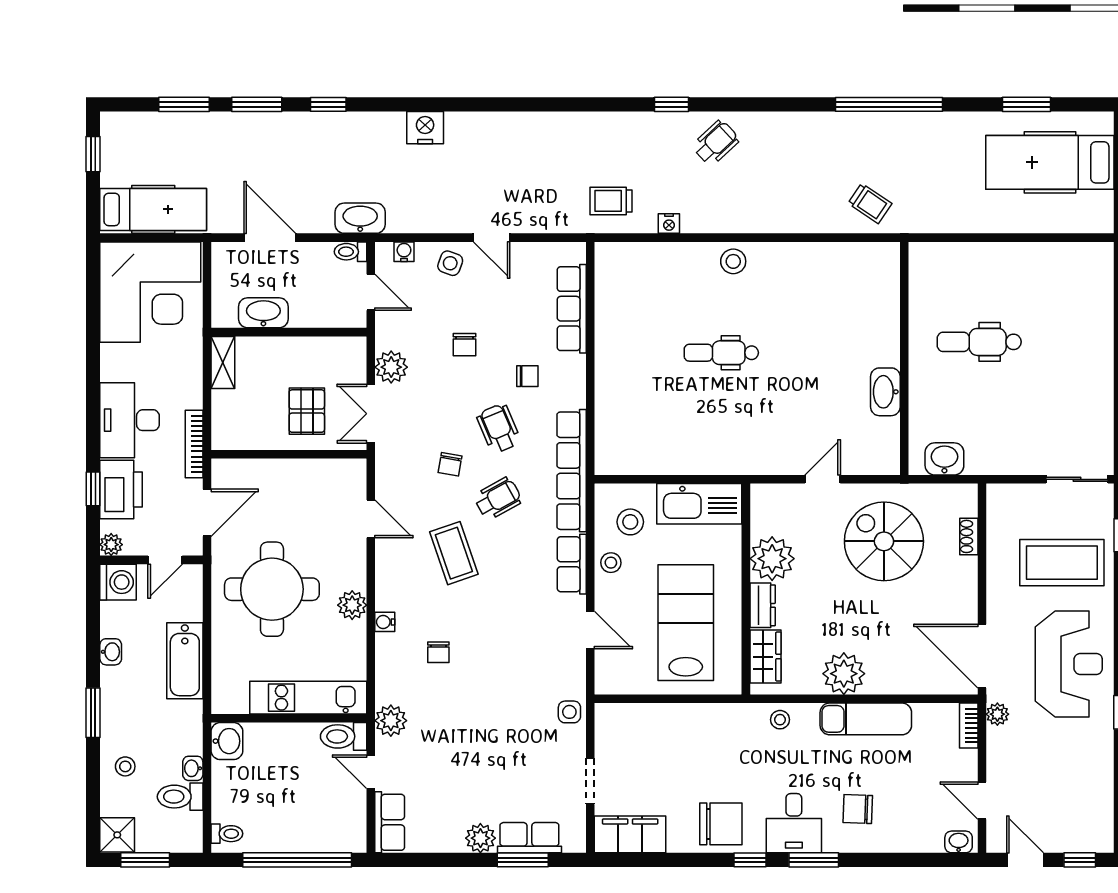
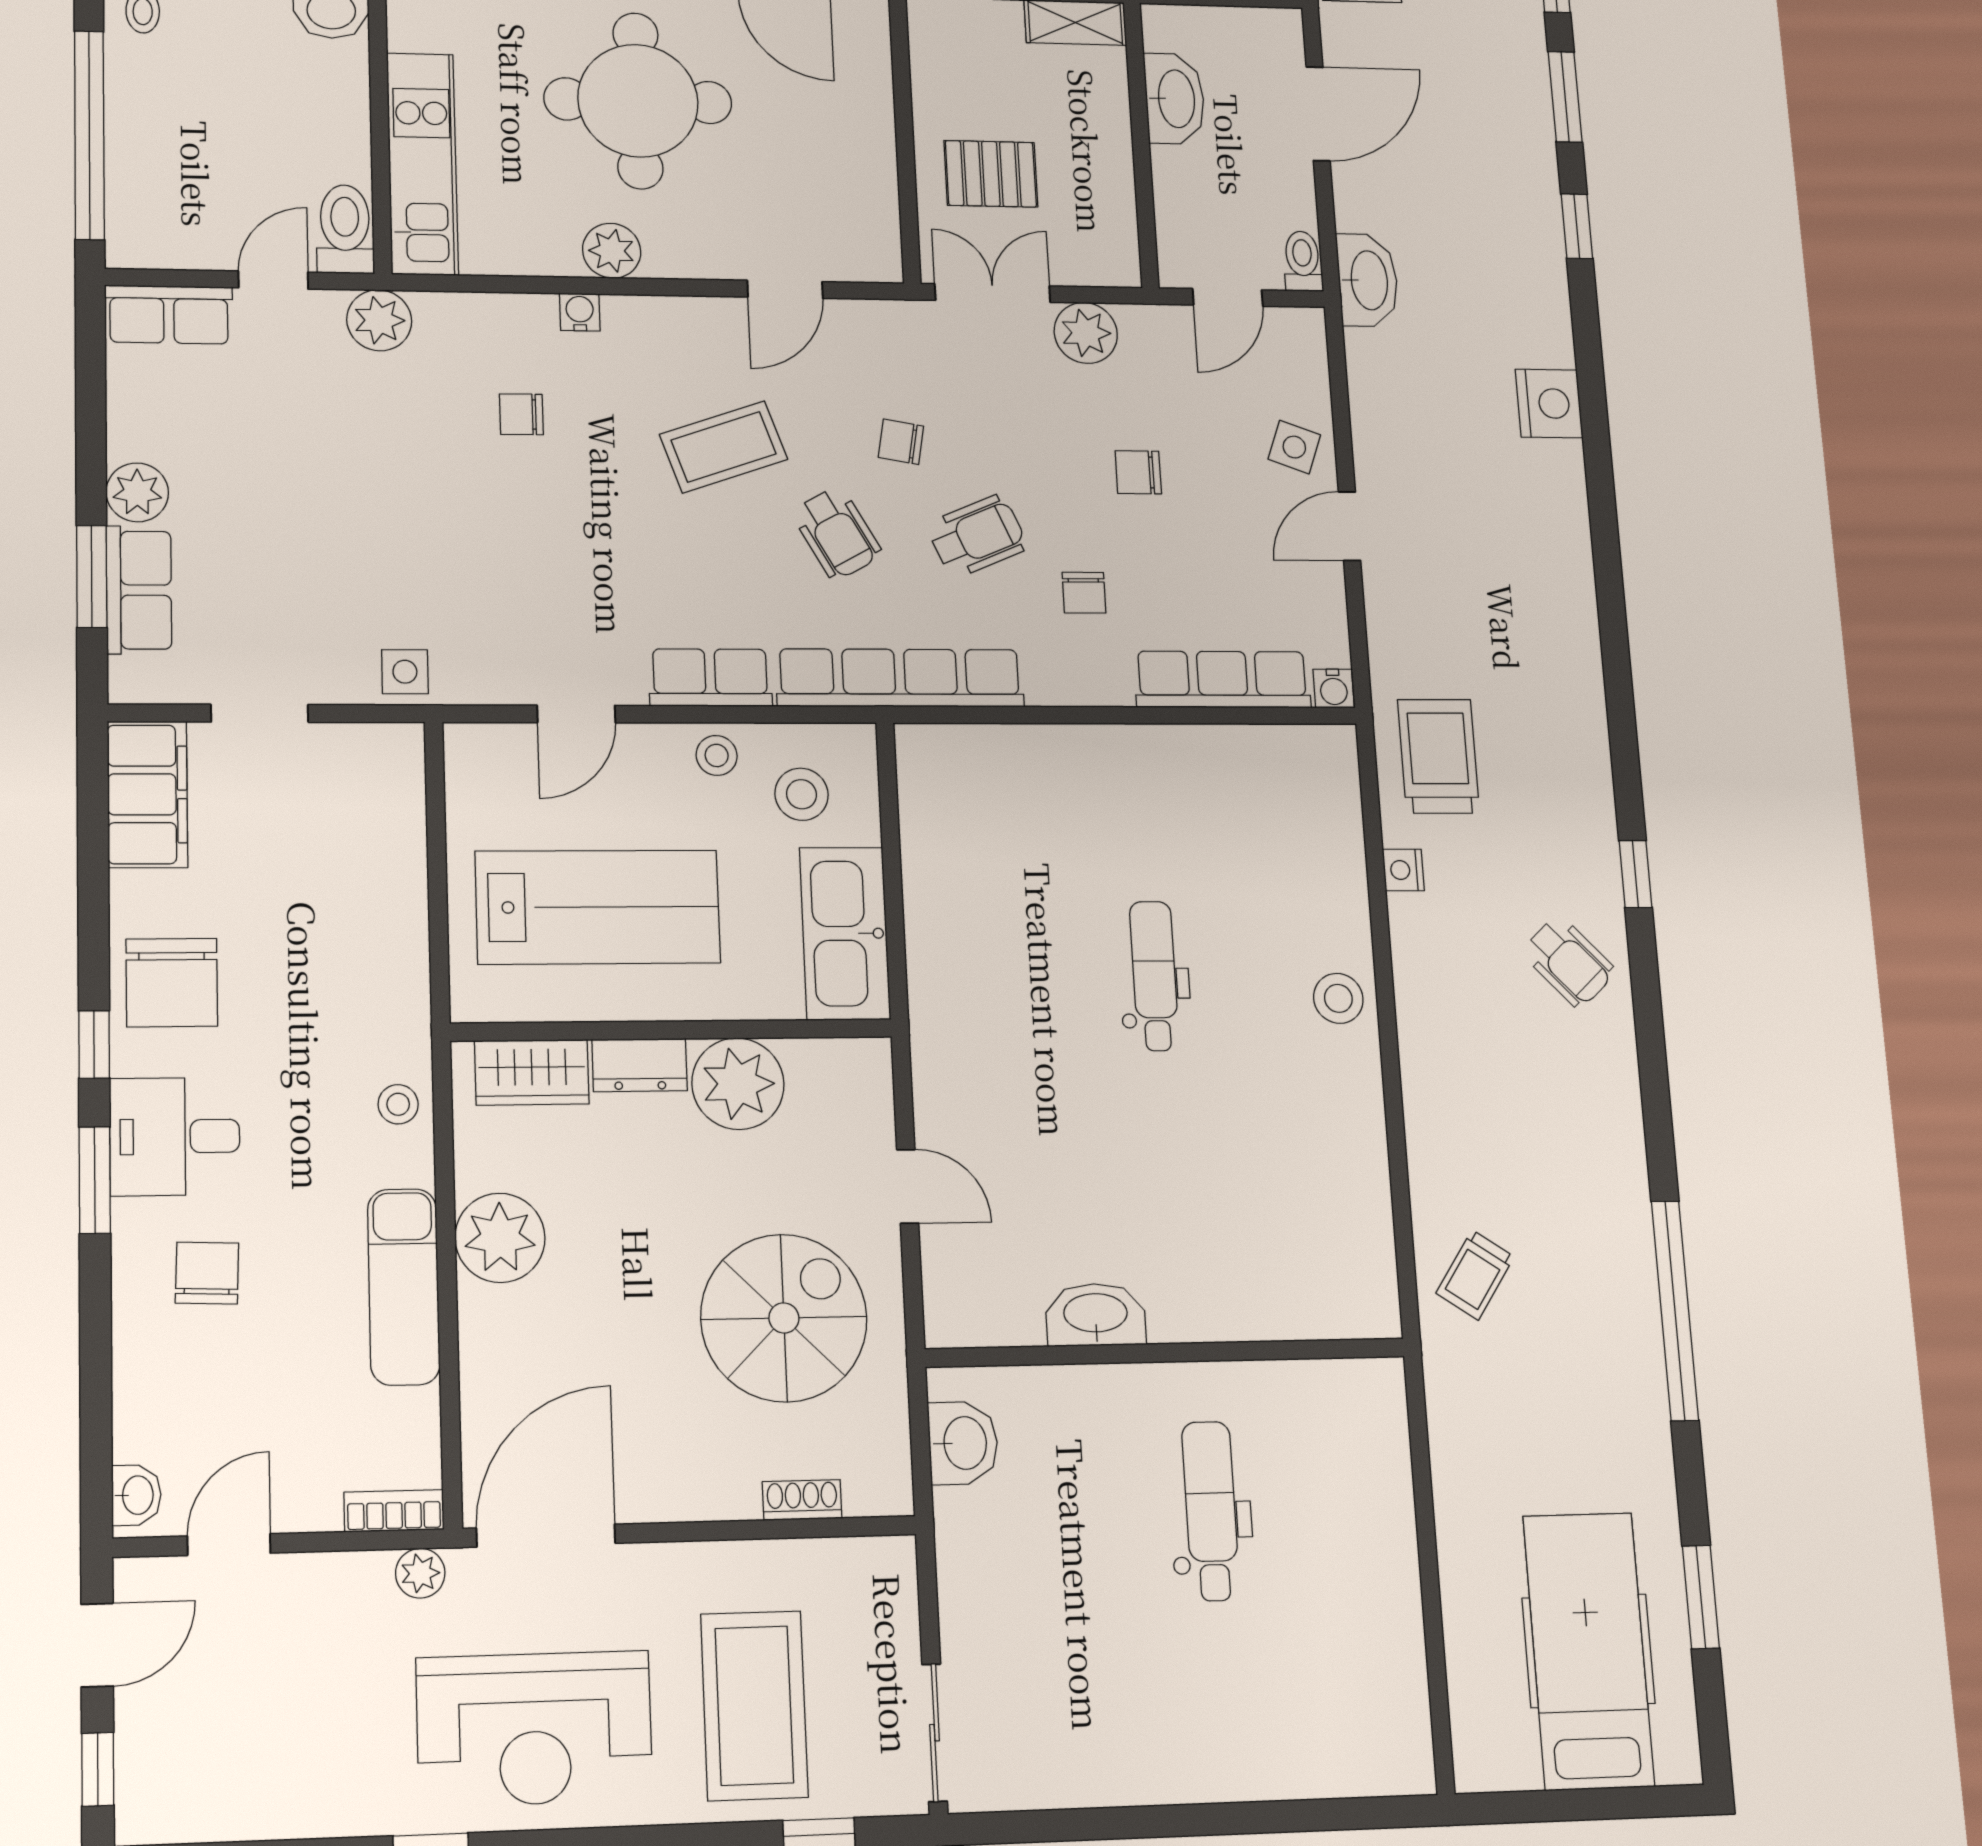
trolley: (611, 201) -> (1439, 756), width x1.36, depth x1.39
water cooler: (404, 252) -> (1334, 688), moved, turned 90

